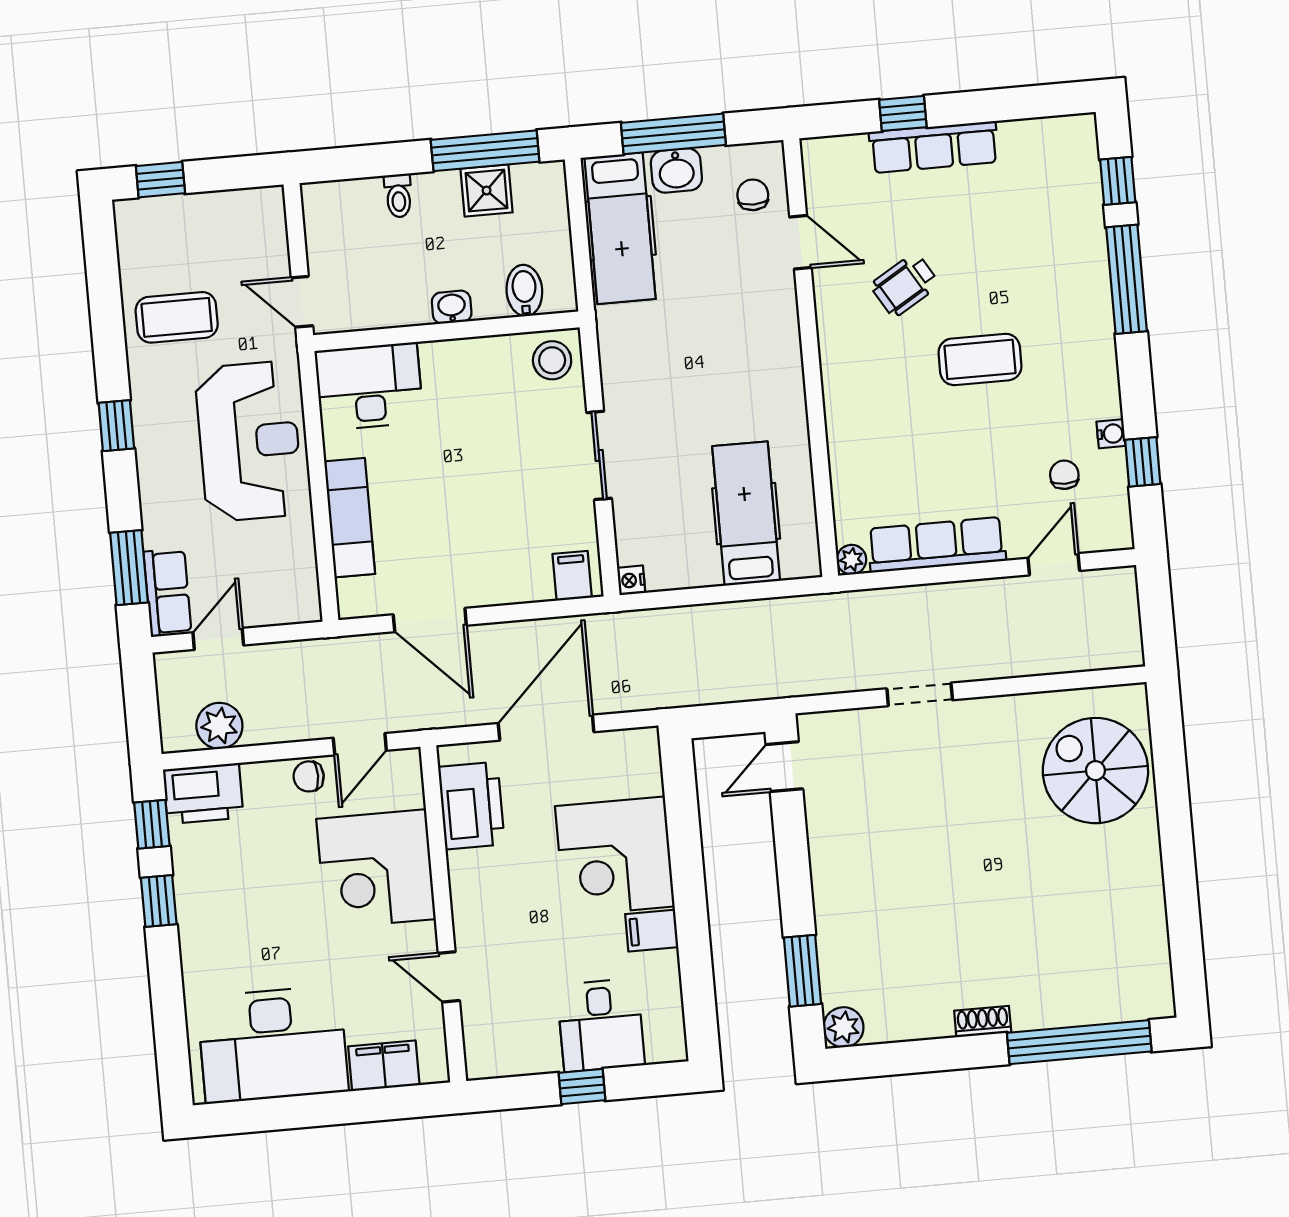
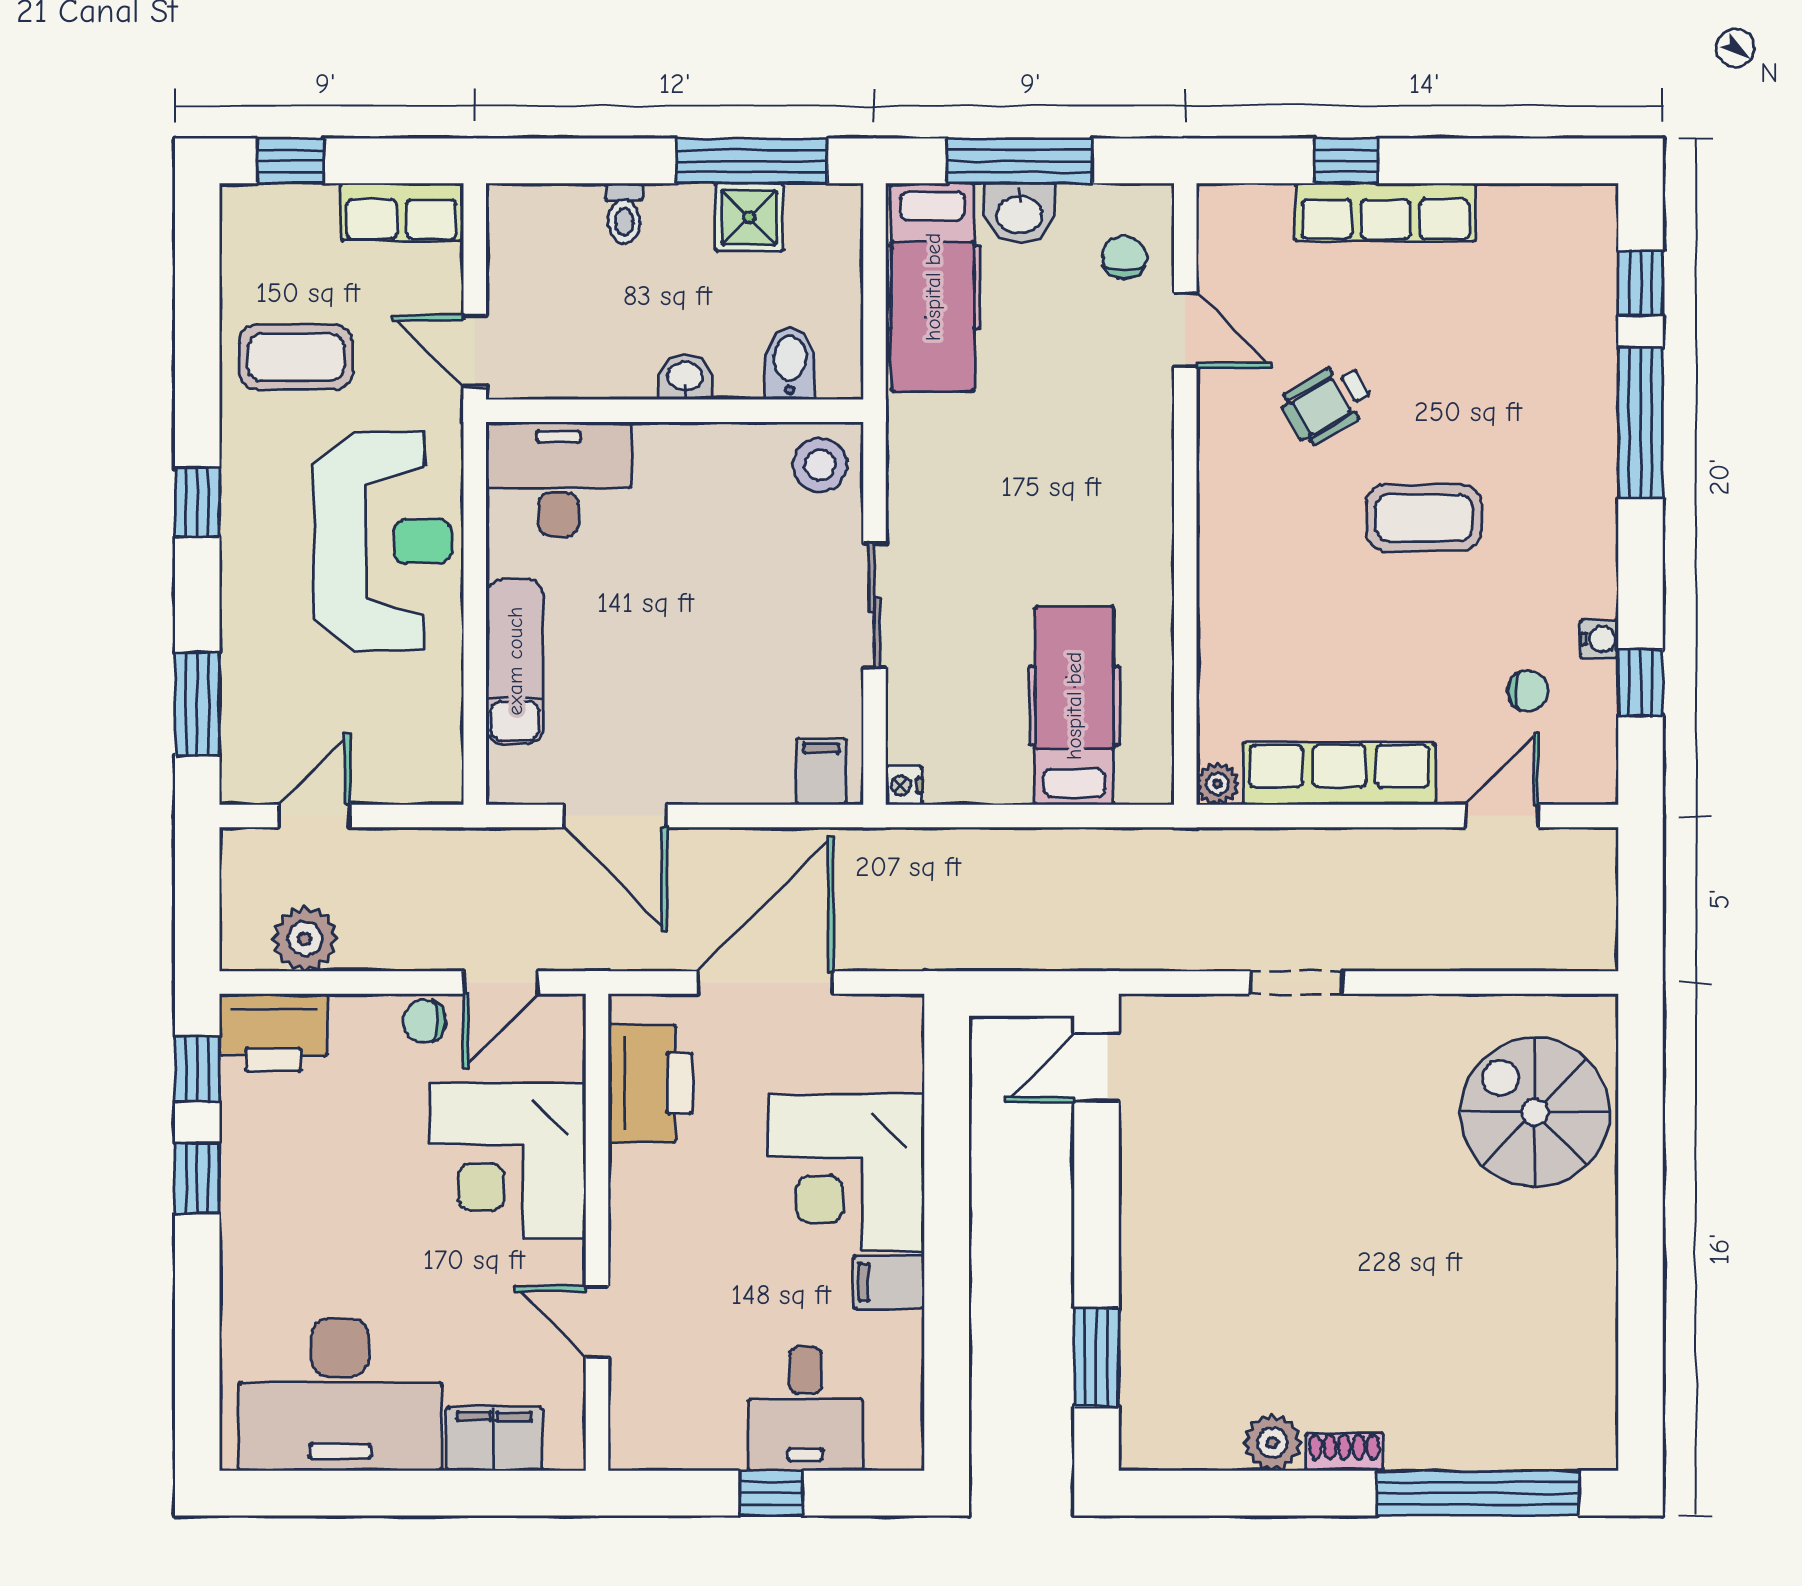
chair: (1064, 475) -> (1528, 691), turned 90
row of seats: (168, 593) -> (401, 212), moved, turned 90
plant: (843, 1027) -> (1272, 1442), moved

